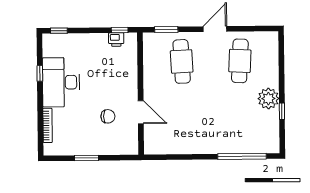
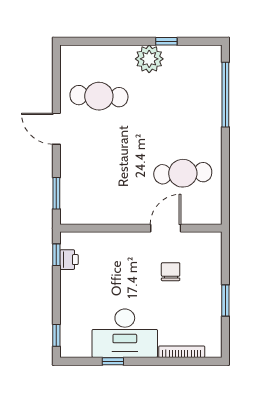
cafe table: (182, 61) -> (183, 173), moved

